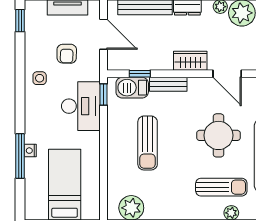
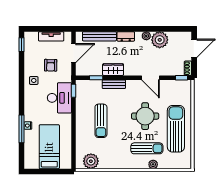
door: (103, 34) -> (74, 53), hinge flipped
wardrobe: (190, 61) -> (113, 70), moved
barbecue: (132, 88) -> (91, 86), removed

